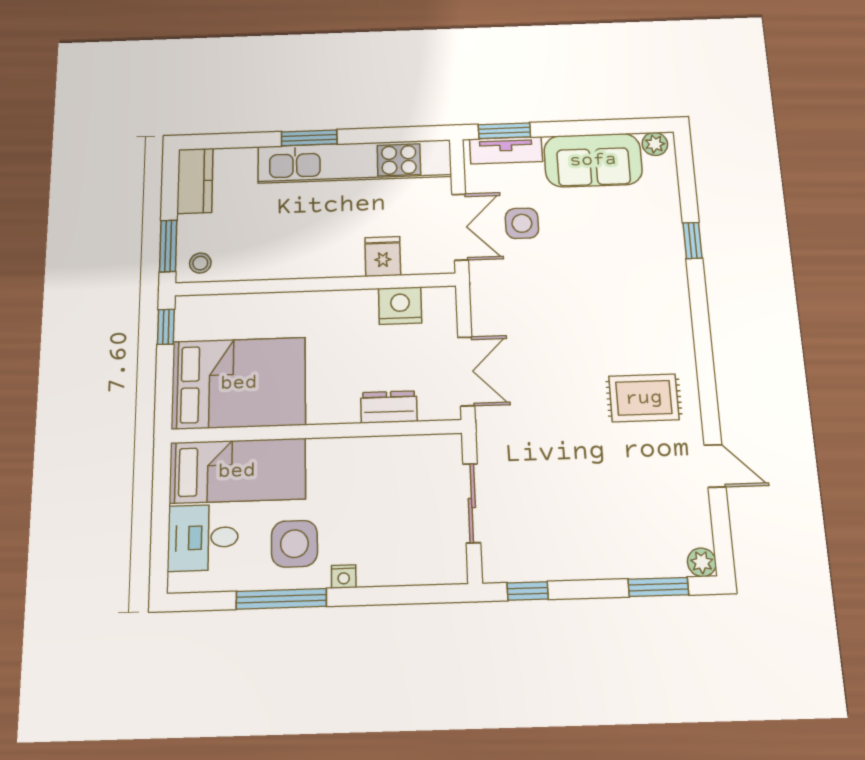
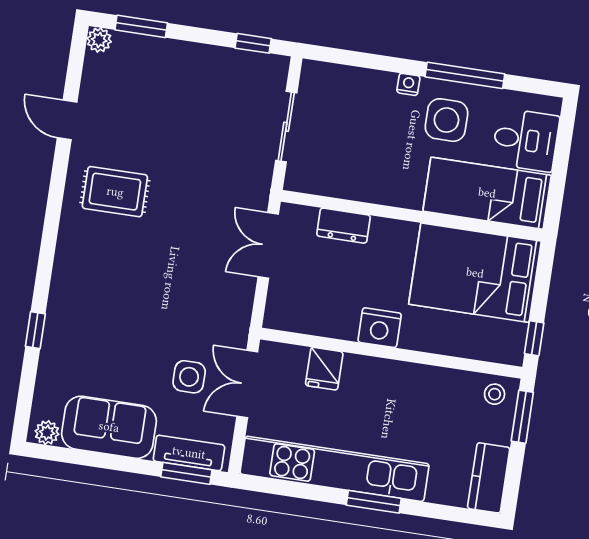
nightstand: (400, 306) -> (380, 328), moved

